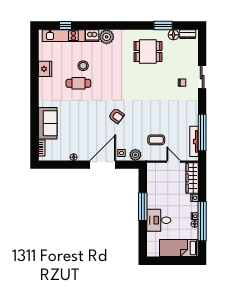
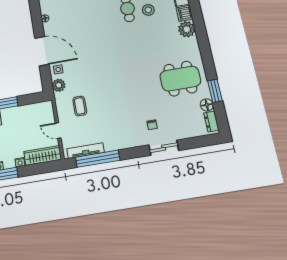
dining table: (148, 51) -> (180, 79), width x1.37
armchair: (116, 116) -> (99, 56), removed
door: (174, 162) -> (58, 130), swing flipped

